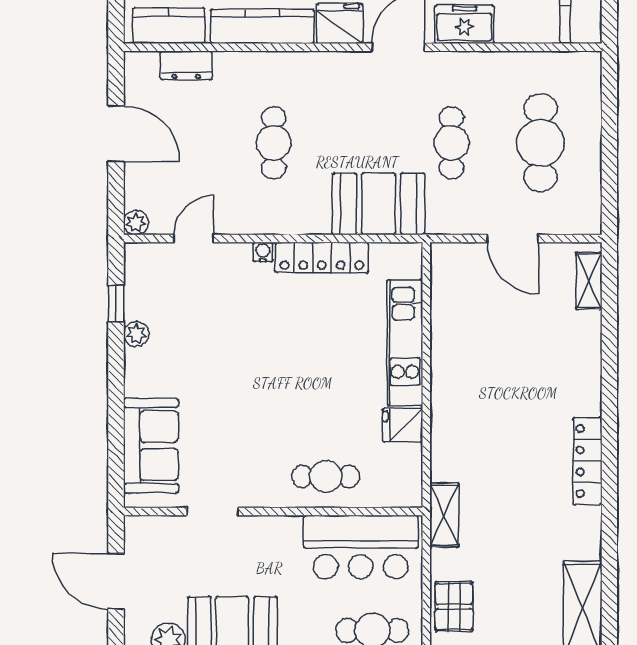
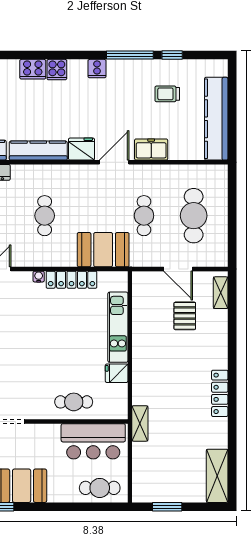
pallet: (454, 606) -> (185, 316), moved

